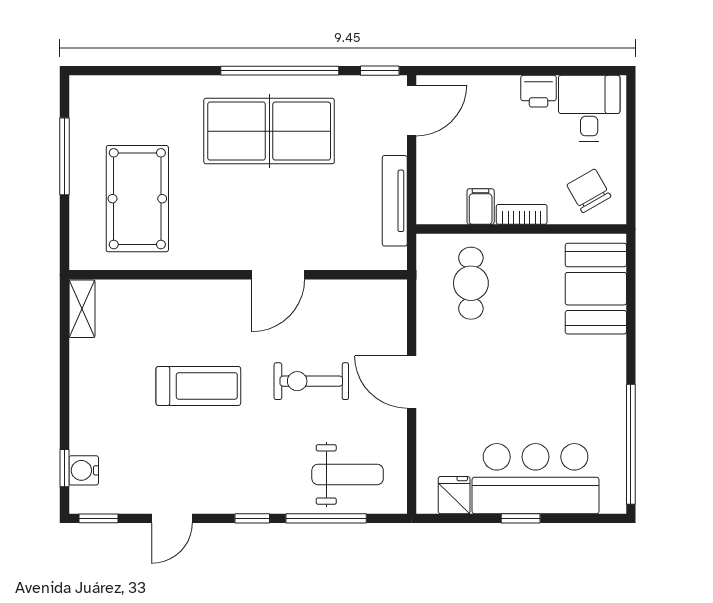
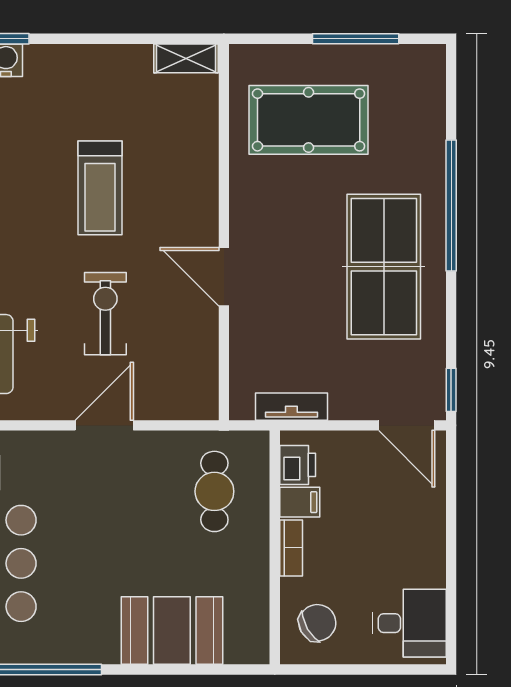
window: (280, 71) -> (451, 206), moved
printer: (539, 91) -> (298, 465), moved, turned 180
tv unit: (395, 201) -> (291, 407), width x0.71
cafe table: (471, 283) -> (214, 491), turned 90
booth: (596, 289) -> (172, 631), moved

